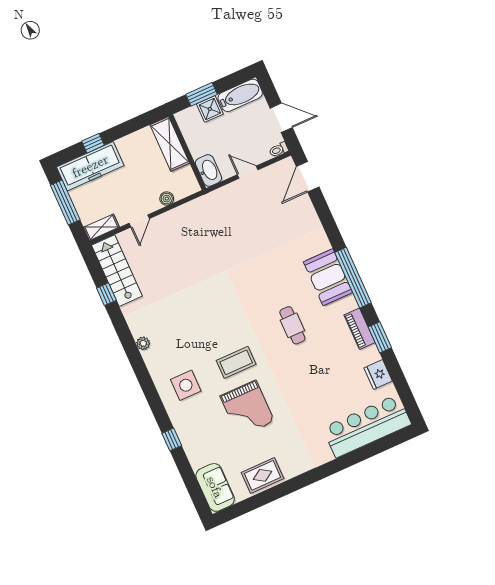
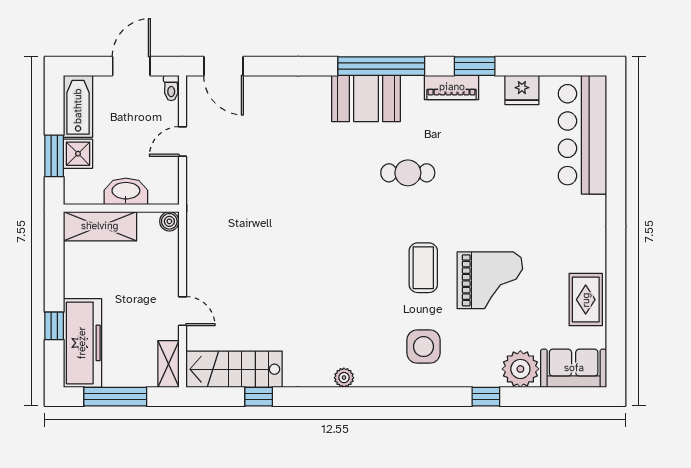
washbasin: (208, 170) -> (126, 191), moved
boiler: (167, 199) -> (169, 221), moved
plant: (199, 454) -> (520, 369), added

